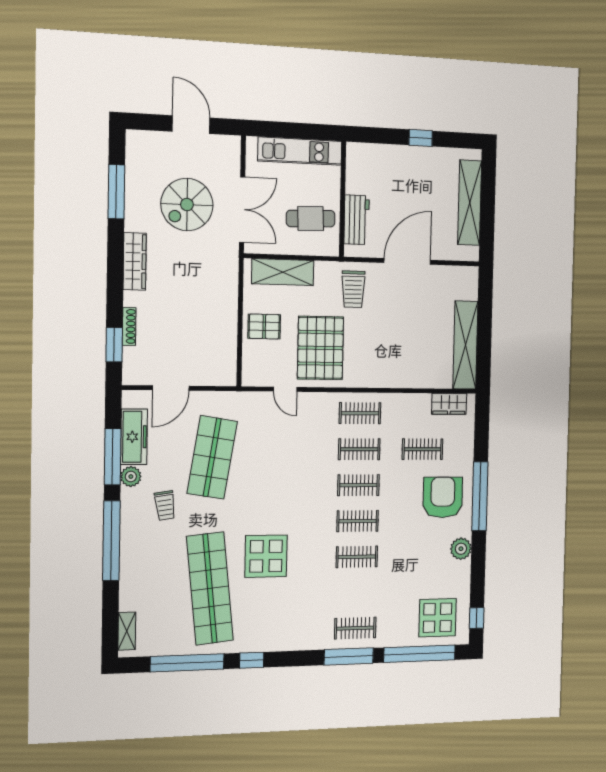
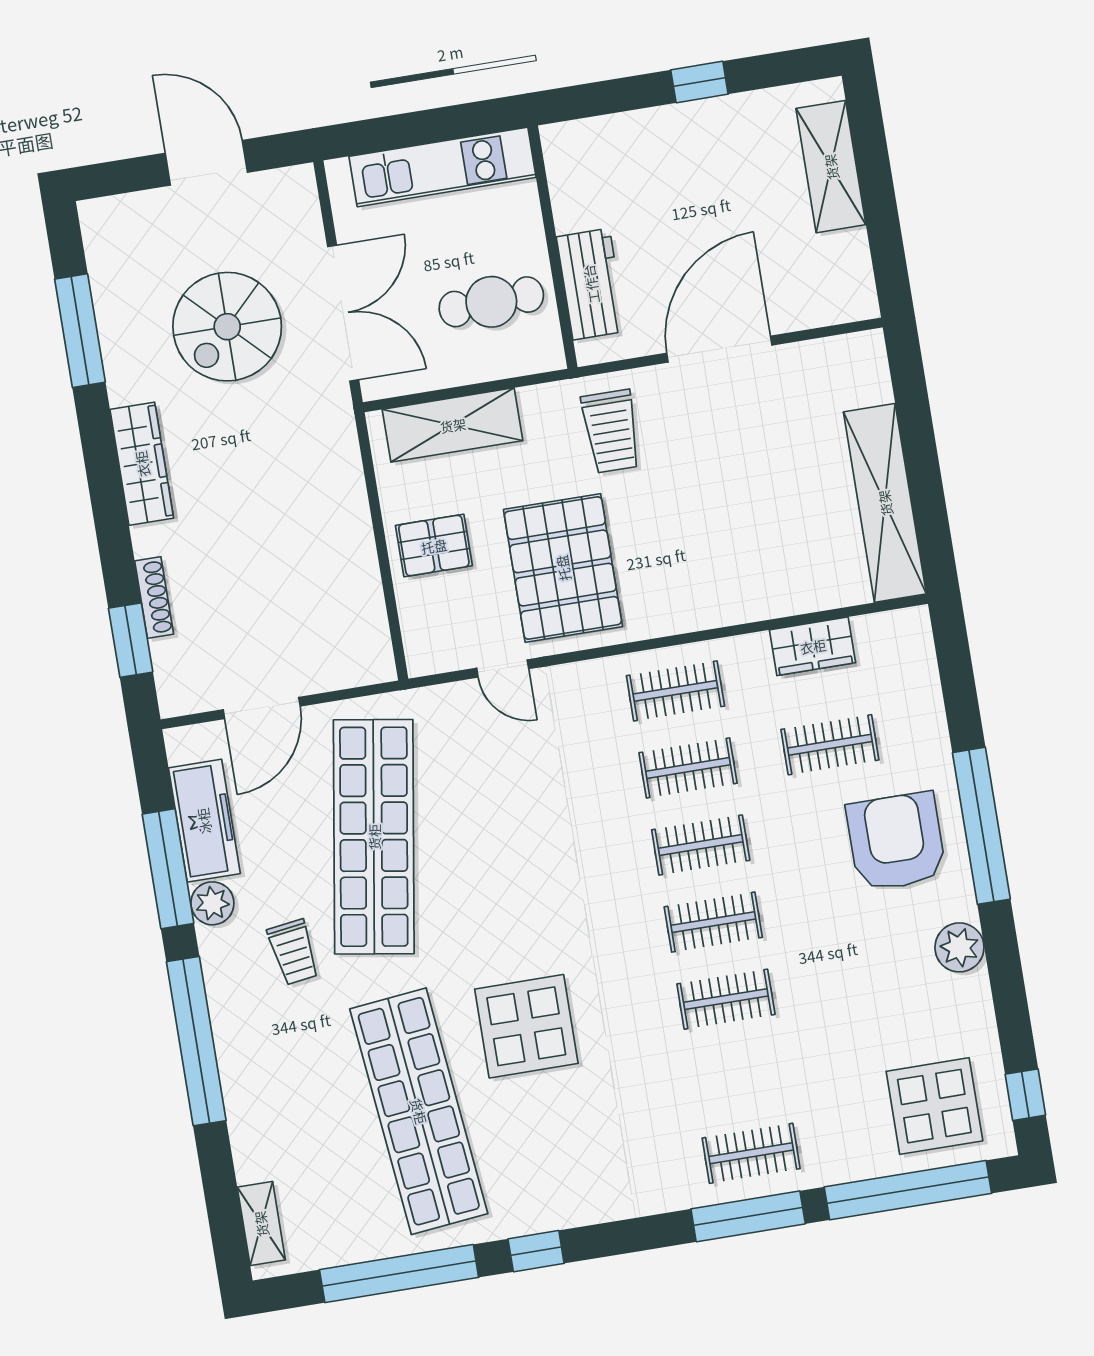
shelving: (470, 203) -> (831, 167), width x0.68
wardrobe: (449, 404) -> (813, 646), moved
shop shelf: (212, 457) -> (374, 837), width x1.40

